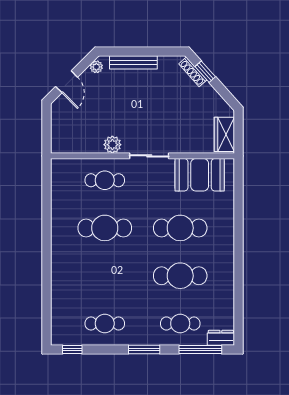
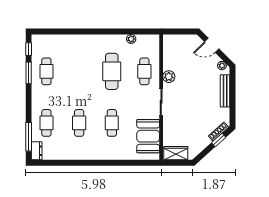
plant: (57, 200) -> (131, 39), added
cafe table: (180, 228) -> (112, 123), width x0.73, depth x0.74
cafe table: (180, 276) -> (79, 123), width x0.73, depth x0.74
window: (144, 350) -> (29, 73), moved

